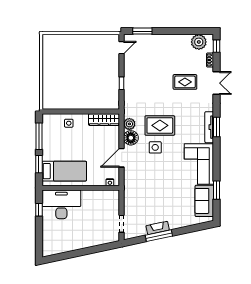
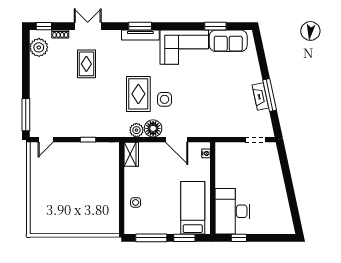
window: (142, 31) -> (26, 115), width x1.44
door: (122, 48) -> (46, 140), swing flipped
wardrobe: (104, 120) -> (131, 154), width x0.67

